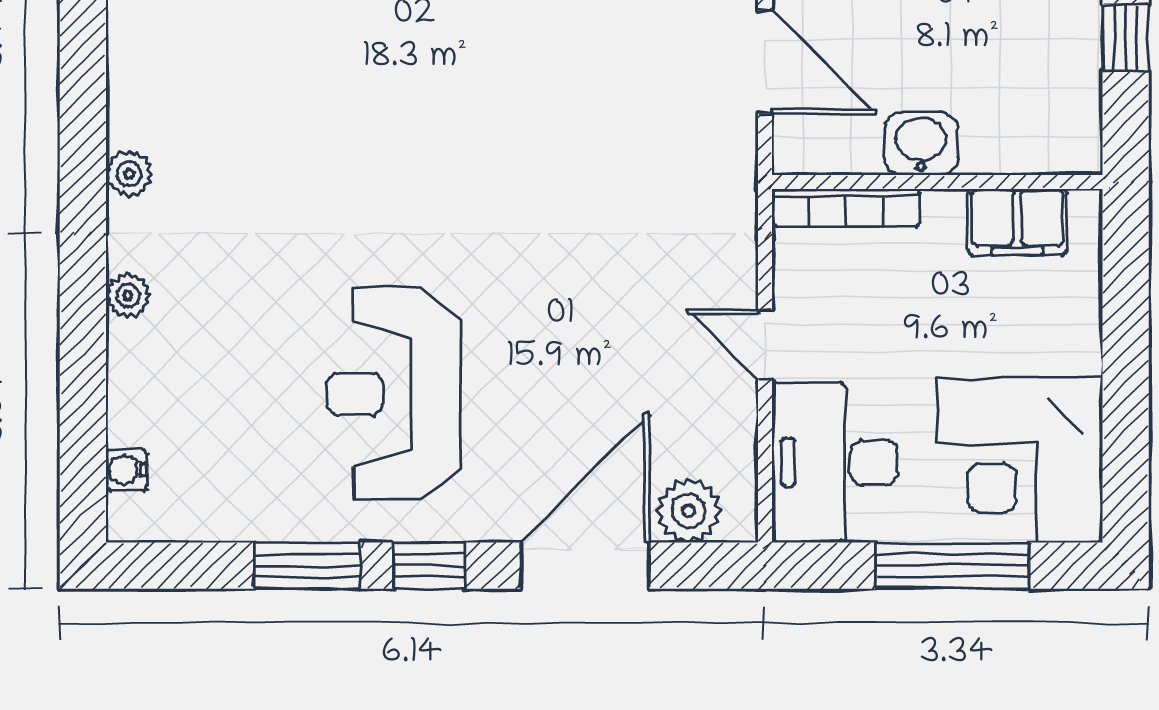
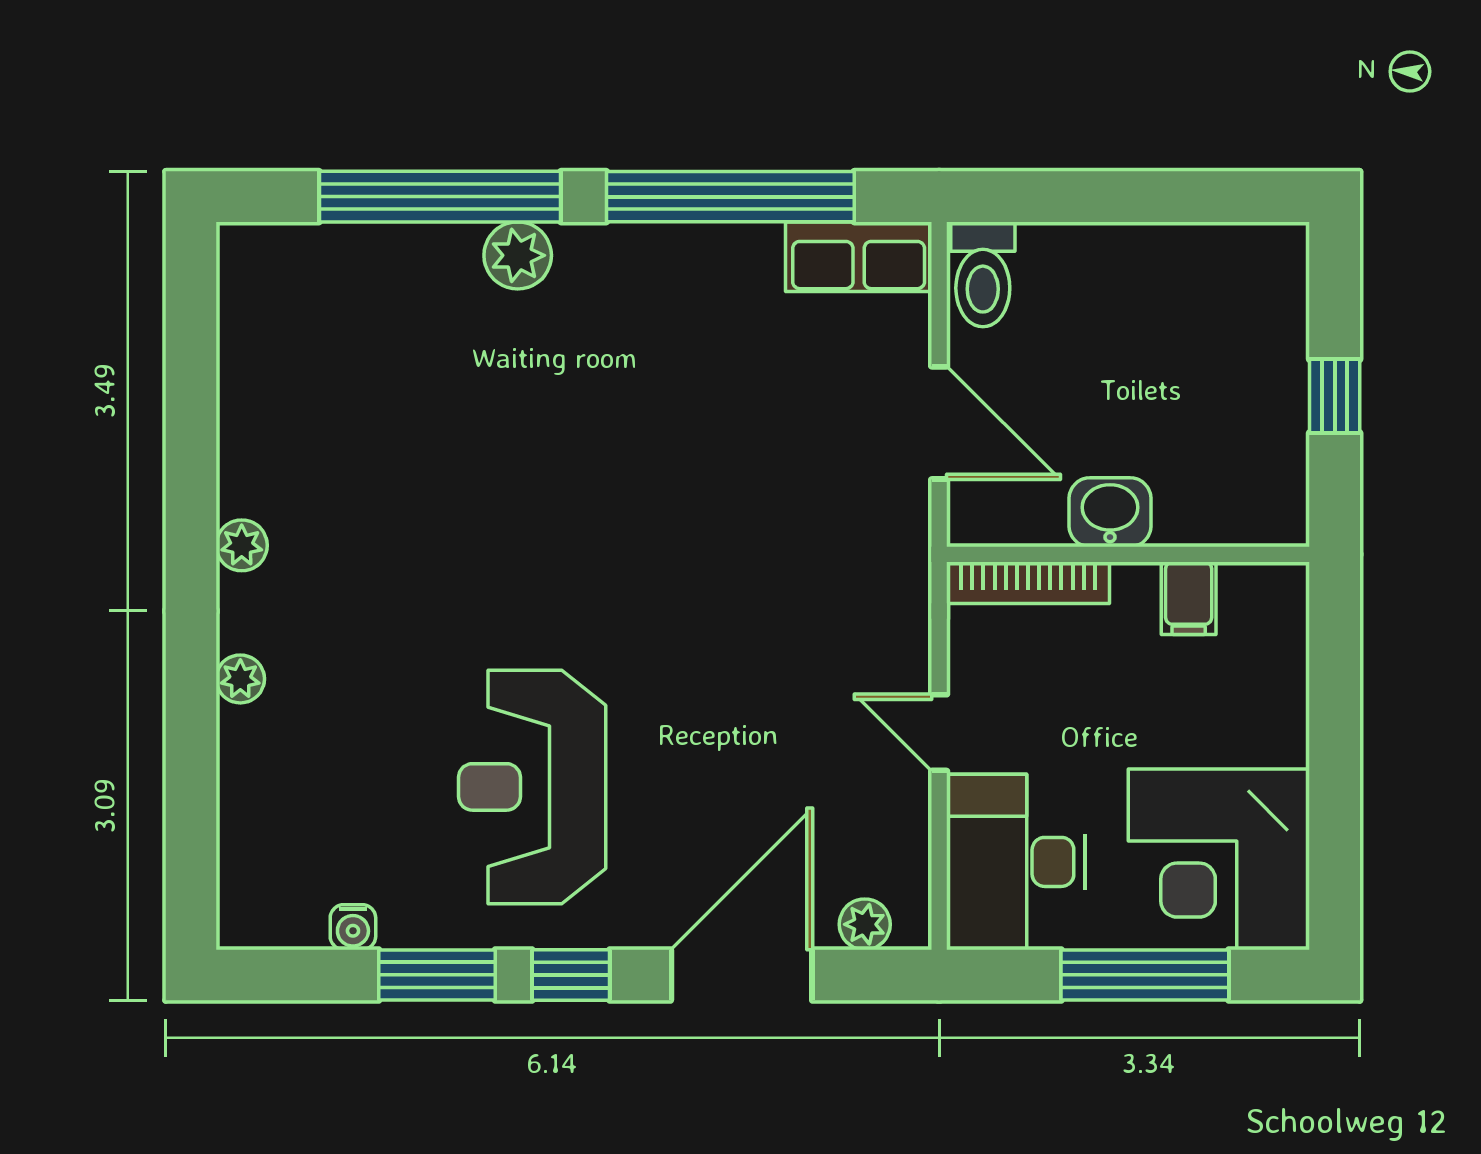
filing cabinet: (1017, 222) -> (1189, 598), width x0.50
water cooler: (127, 470) -> (353, 927), moved, turned -90
plant: (689, 511) -> (865, 924), width x0.73, depth x0.73

